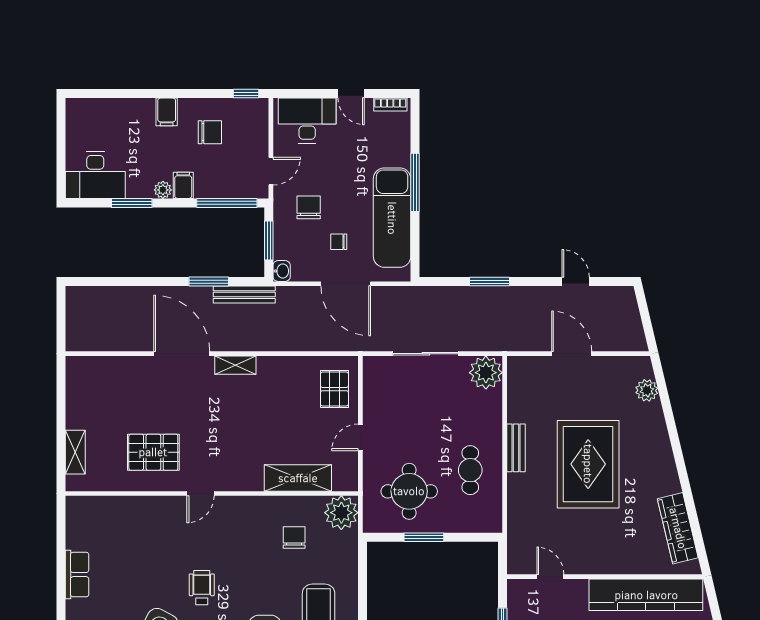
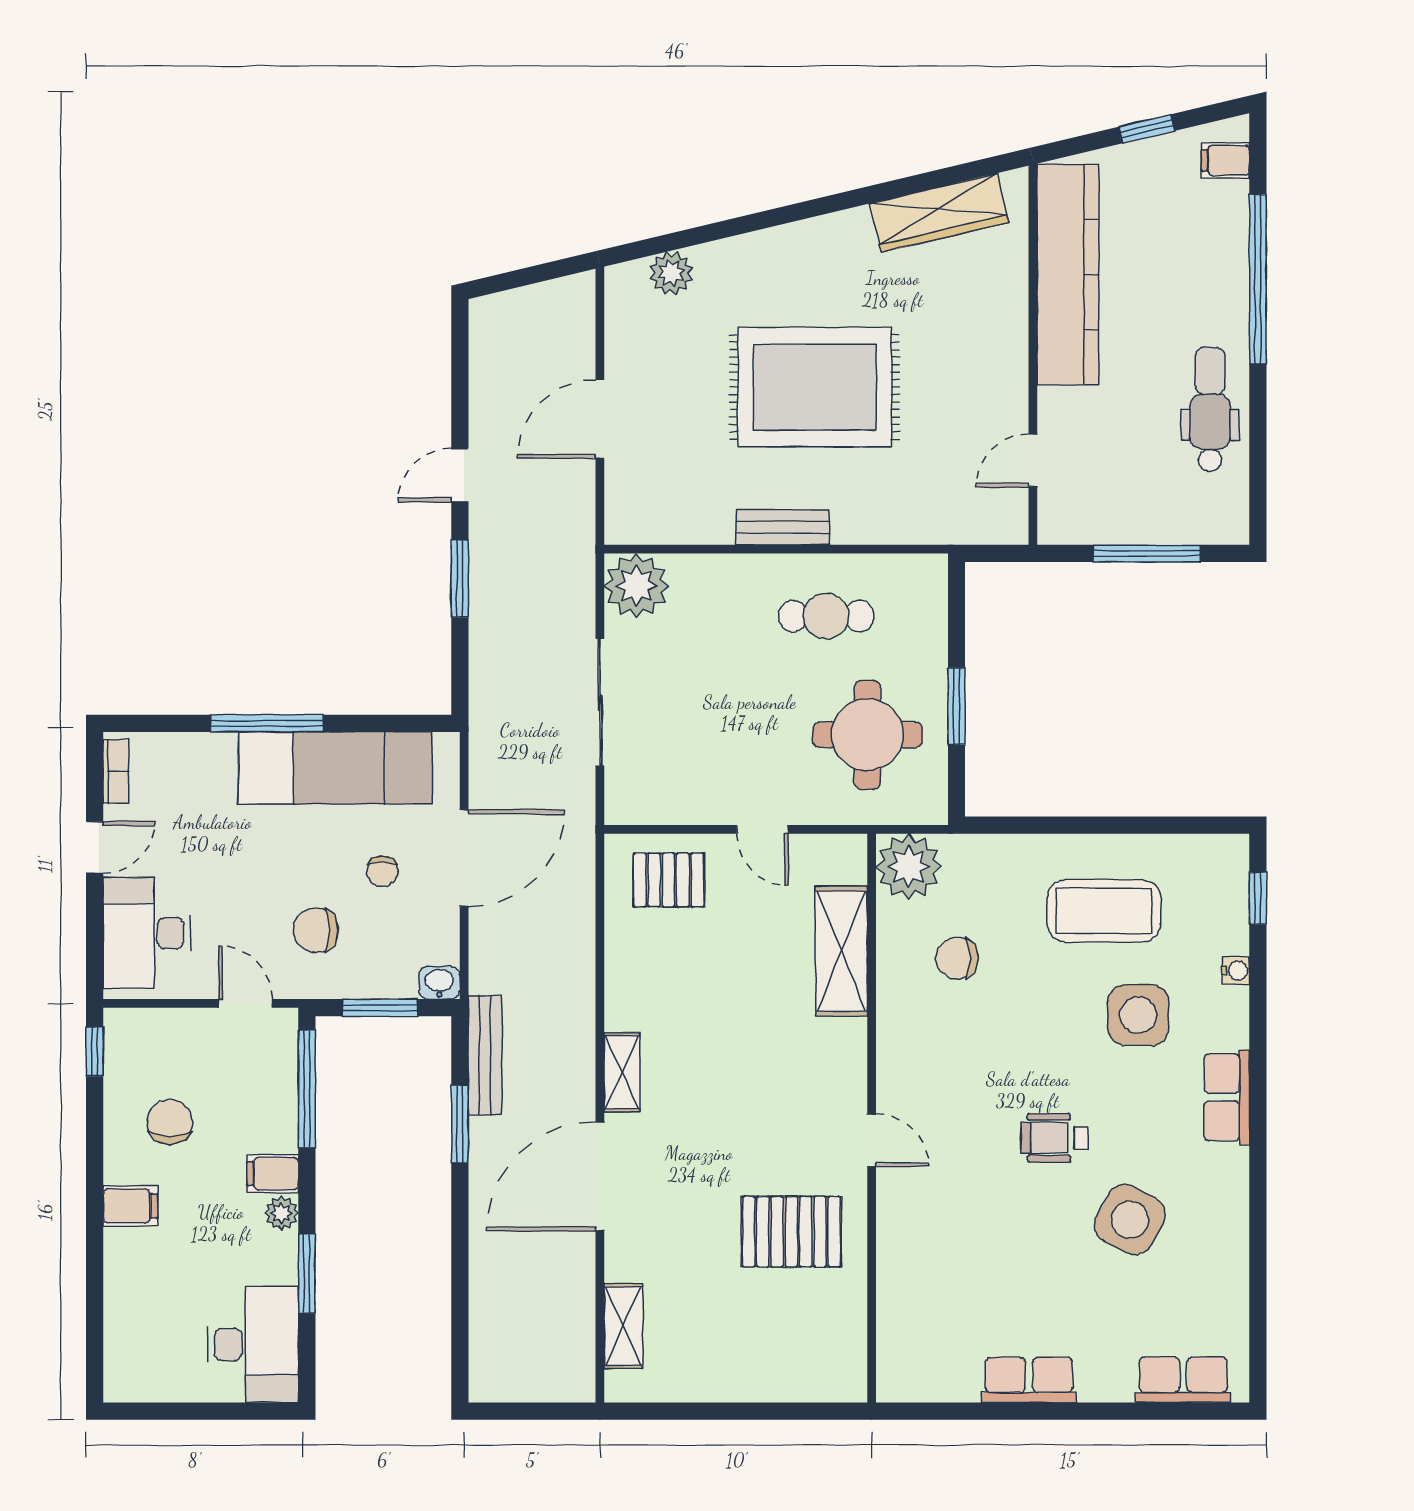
door: (576, 282) -> (460, 475), moved
shelving: (75, 452) -> (623, 1326), moved, turned 90
pallet: (153, 452) -> (791, 1232), turned 90

